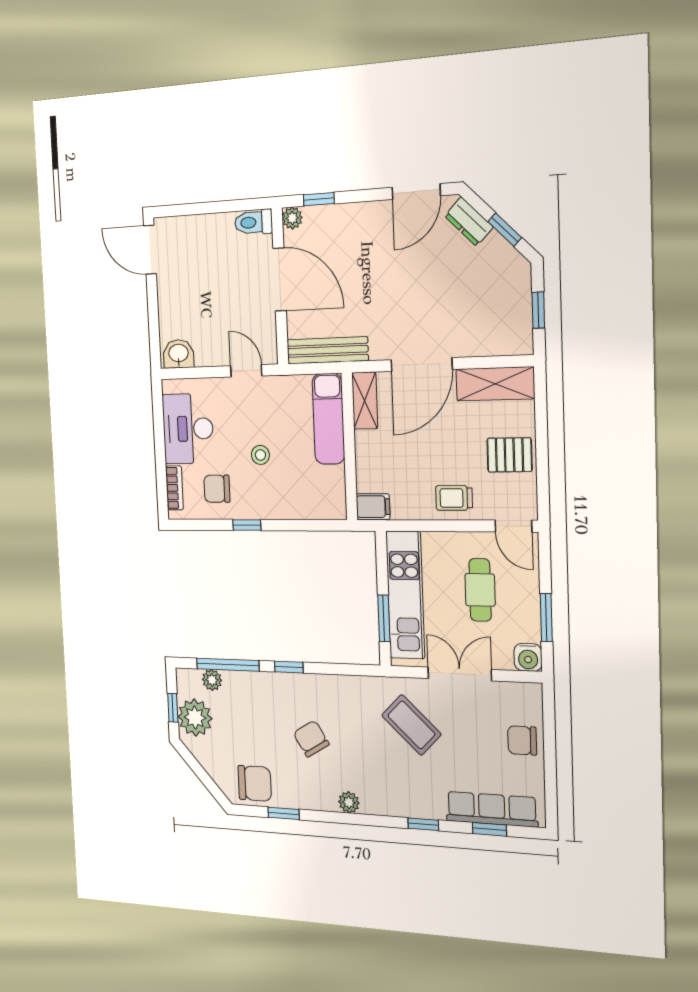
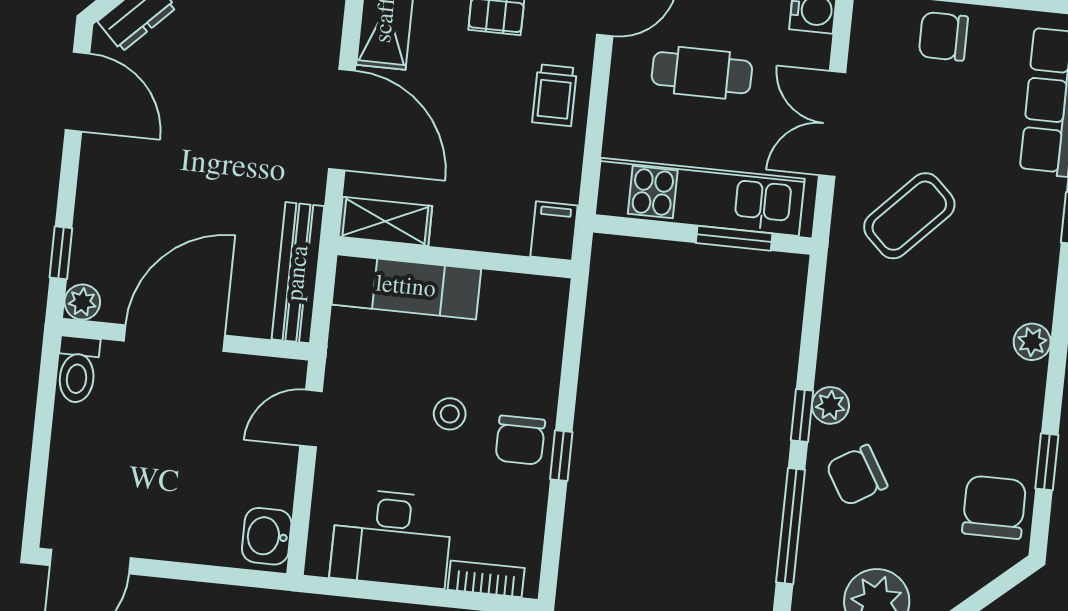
chair: (217, 489) -> (520, 440), moved
plant: (212, 680) -> (830, 405), moved
chair: (311, 739) -> (857, 475), moved
chair: (522, 740) -> (943, 36), turned 90

